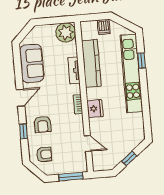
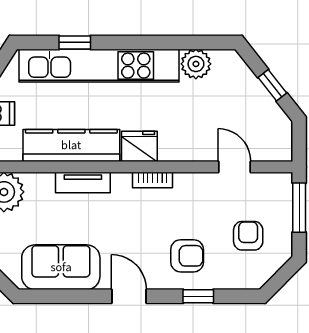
fridge: (95, 109) -> (139, 146), moved
plant: (136, 120) -> (196, 64), added
door: (88, 143) -> (234, 167), hinge flipped
armchair: (44, 154) -> (248, 236), moved

